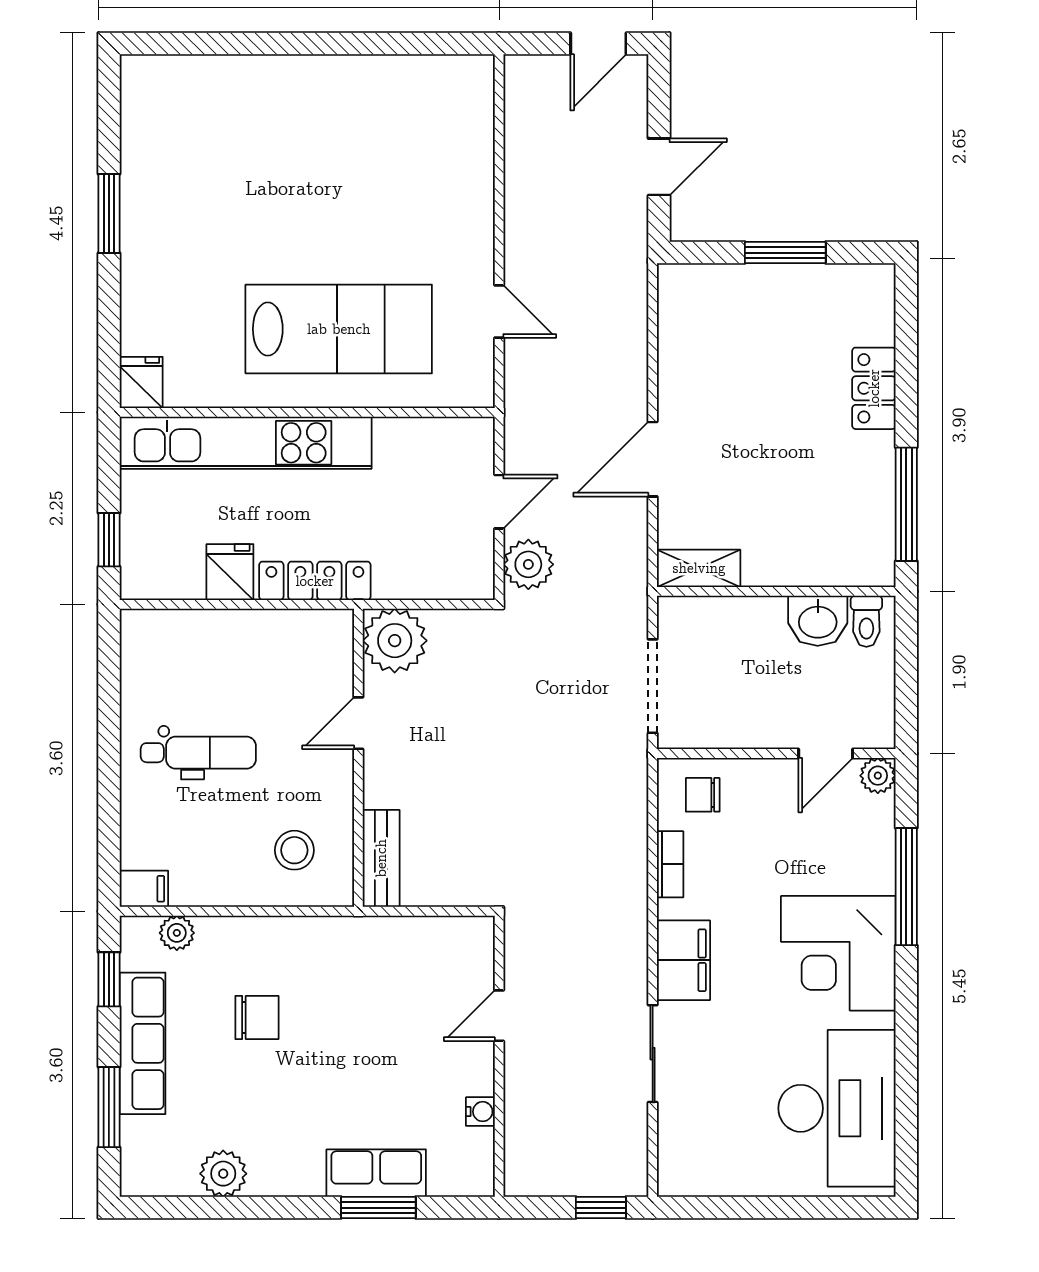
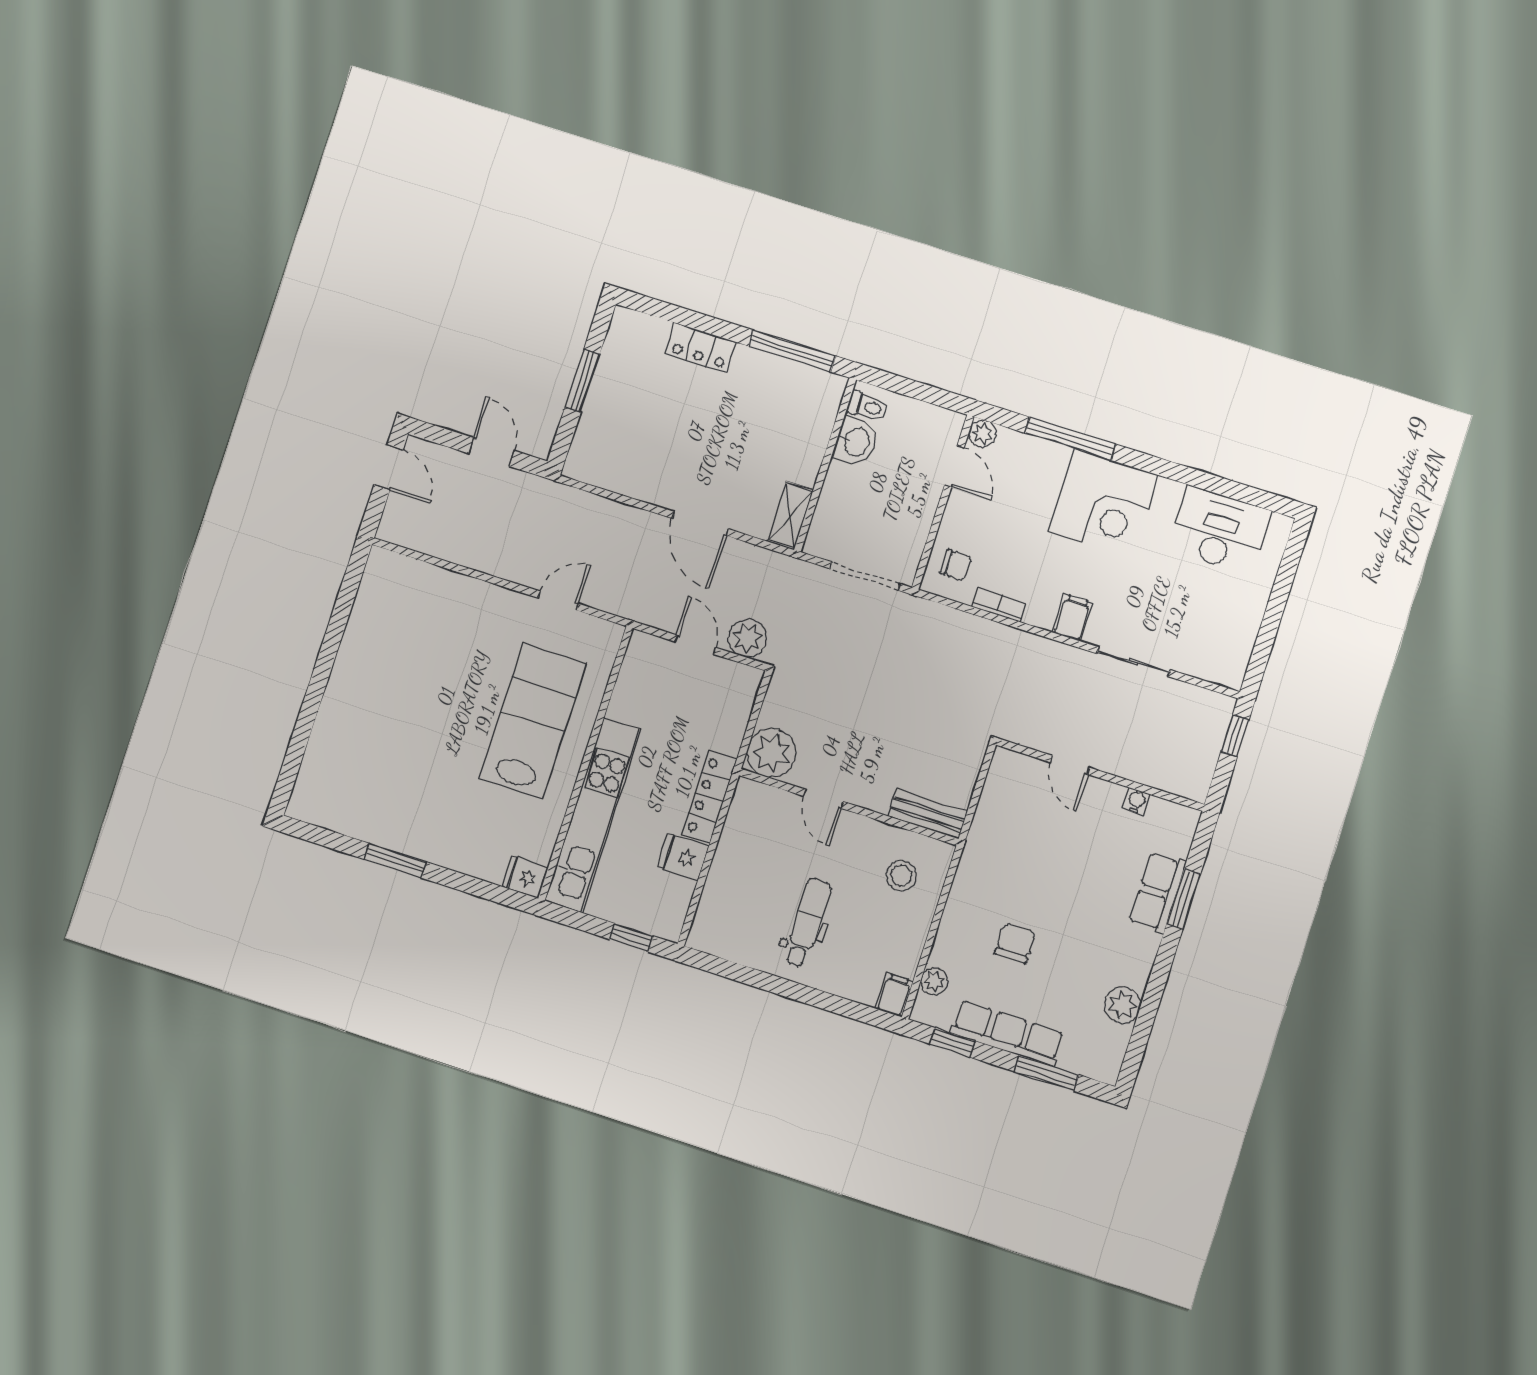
chair: (703, 795) -> (956, 565), turned -90
filing cabinet: (683, 960) -> (1072, 617), width x0.50
desk: (837, 1108) -> (1220, 530), width x0.73, depth x0.77

